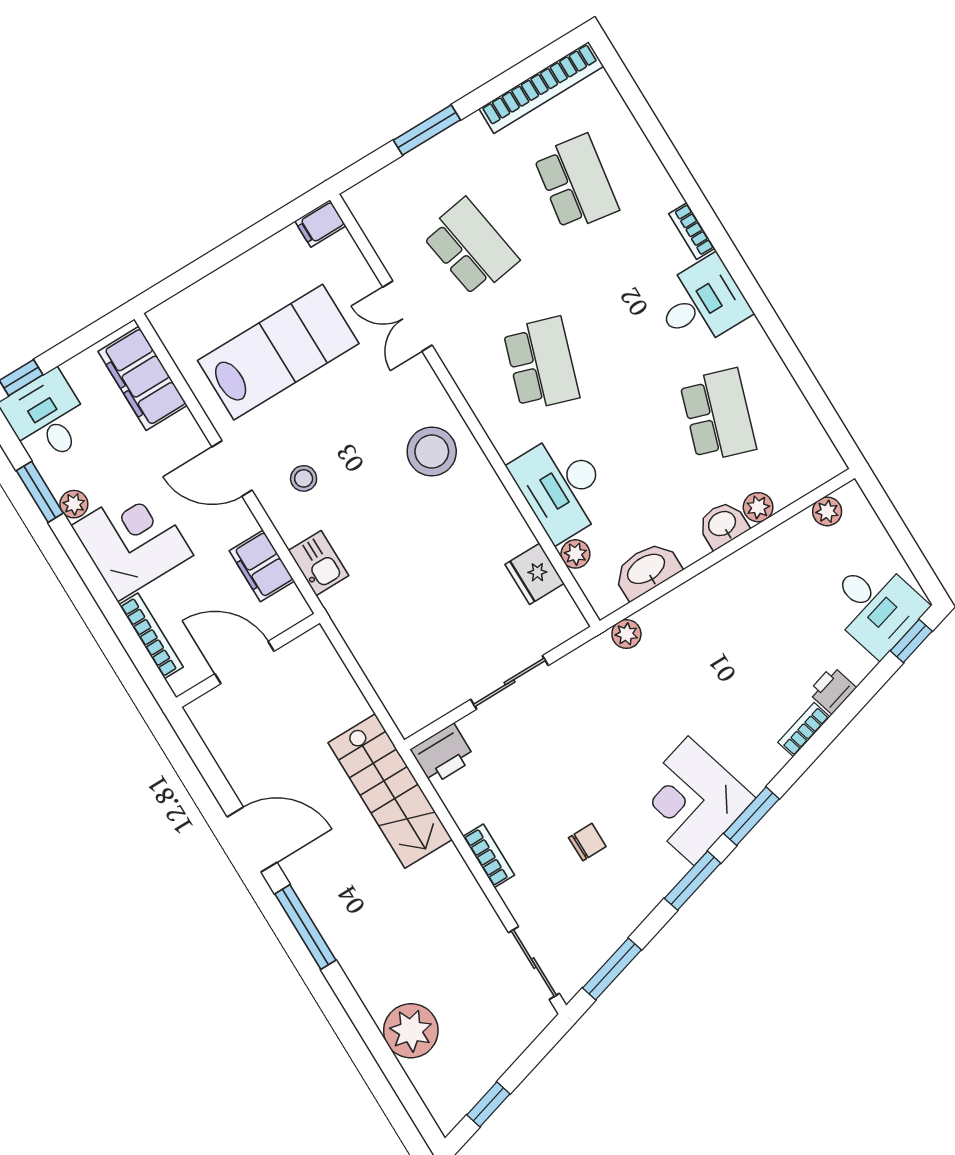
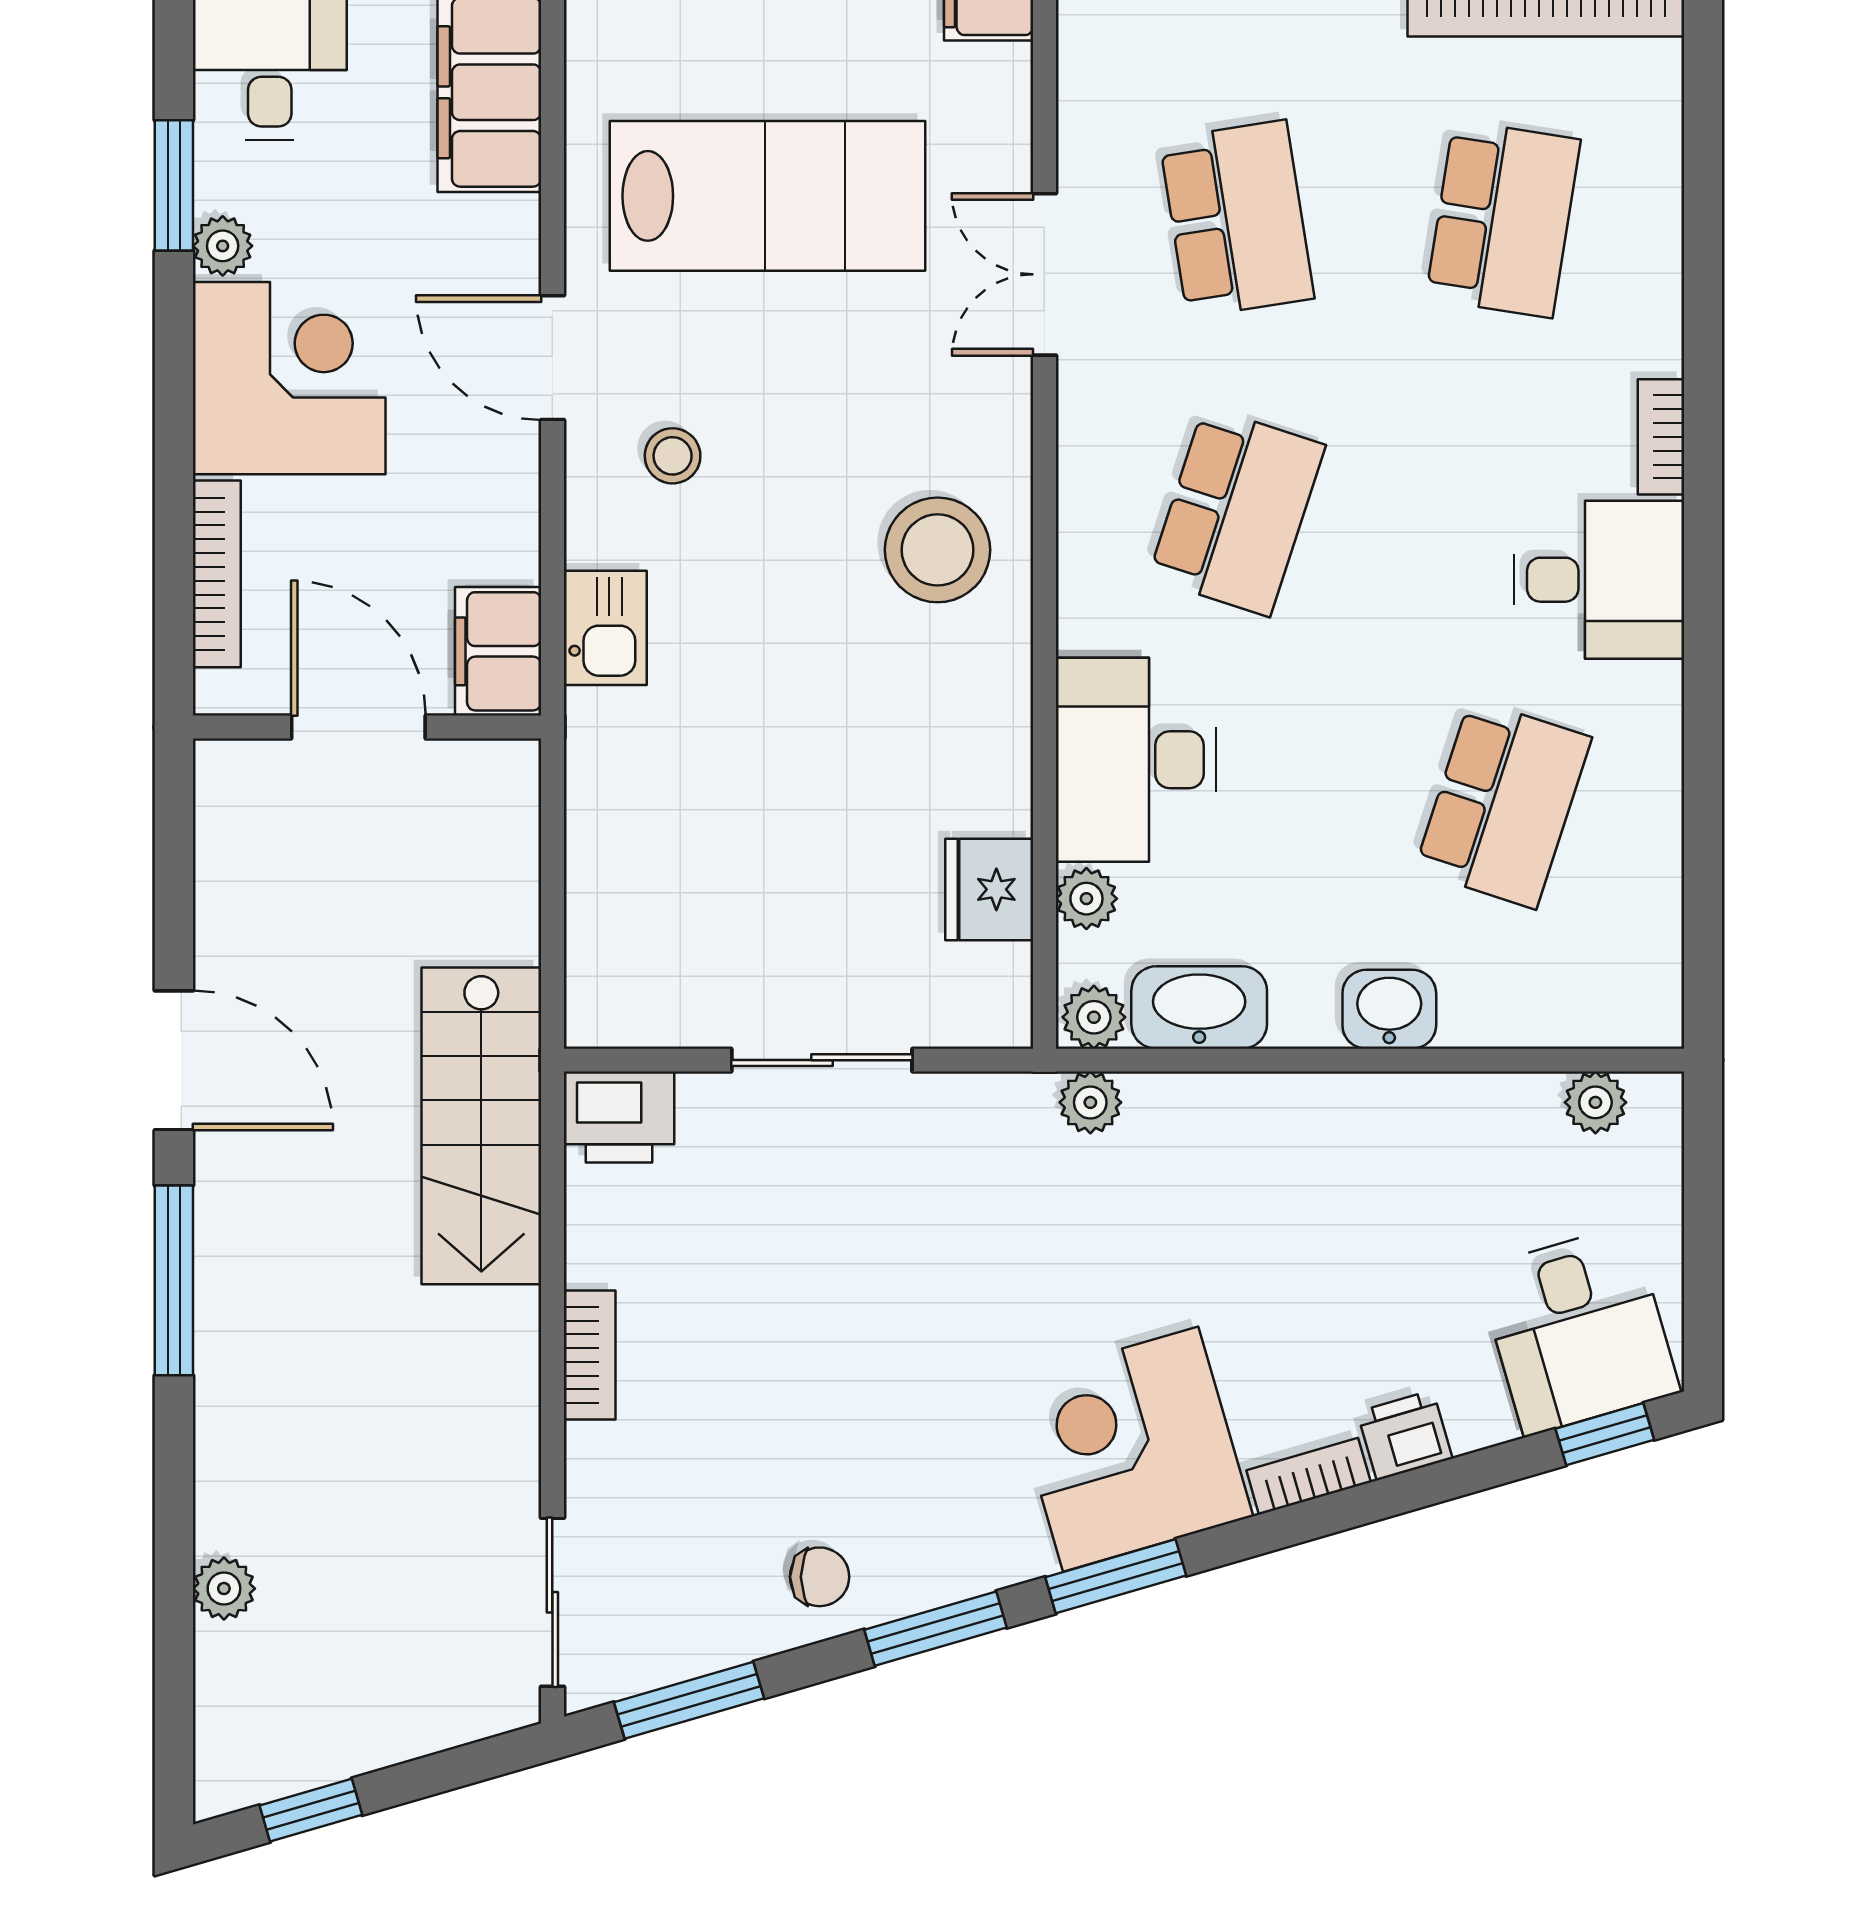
plant: (758, 507) -> (1094, 1017), moved
filing cabinet: (262, 566) -> (498, 651), moved
corner desk: (691, 801) -> (1131, 1449), moved
chair: (587, 842) -> (820, 1577), moved
plant: (411, 1031) -> (224, 1589), width x0.53, depth x0.53

